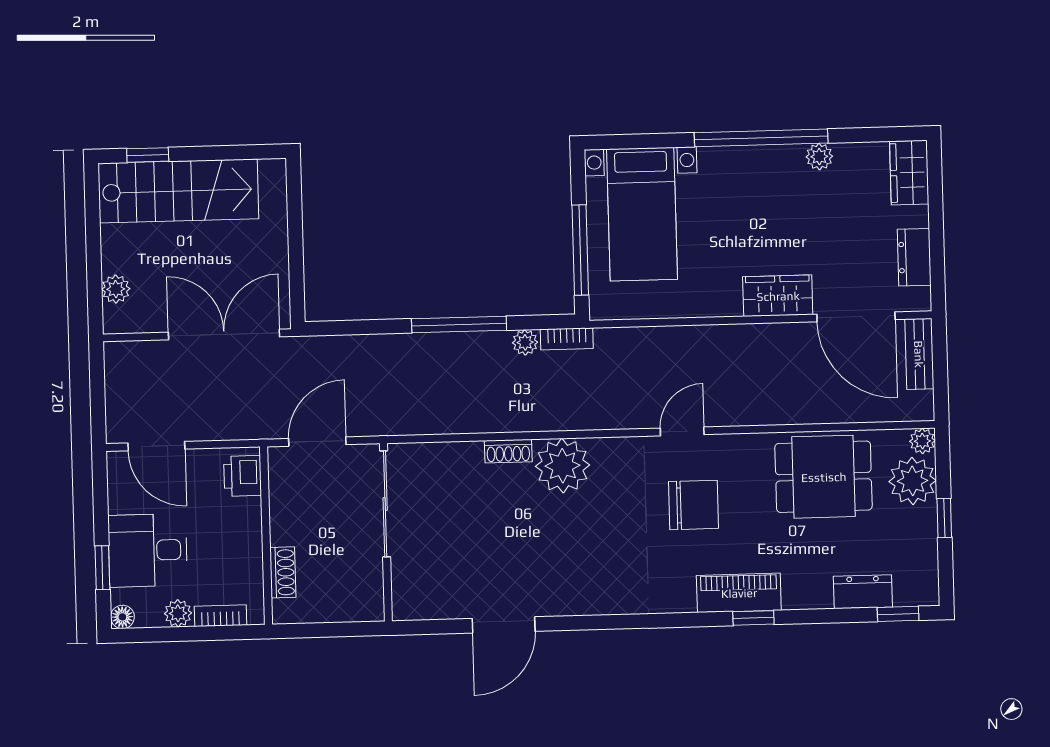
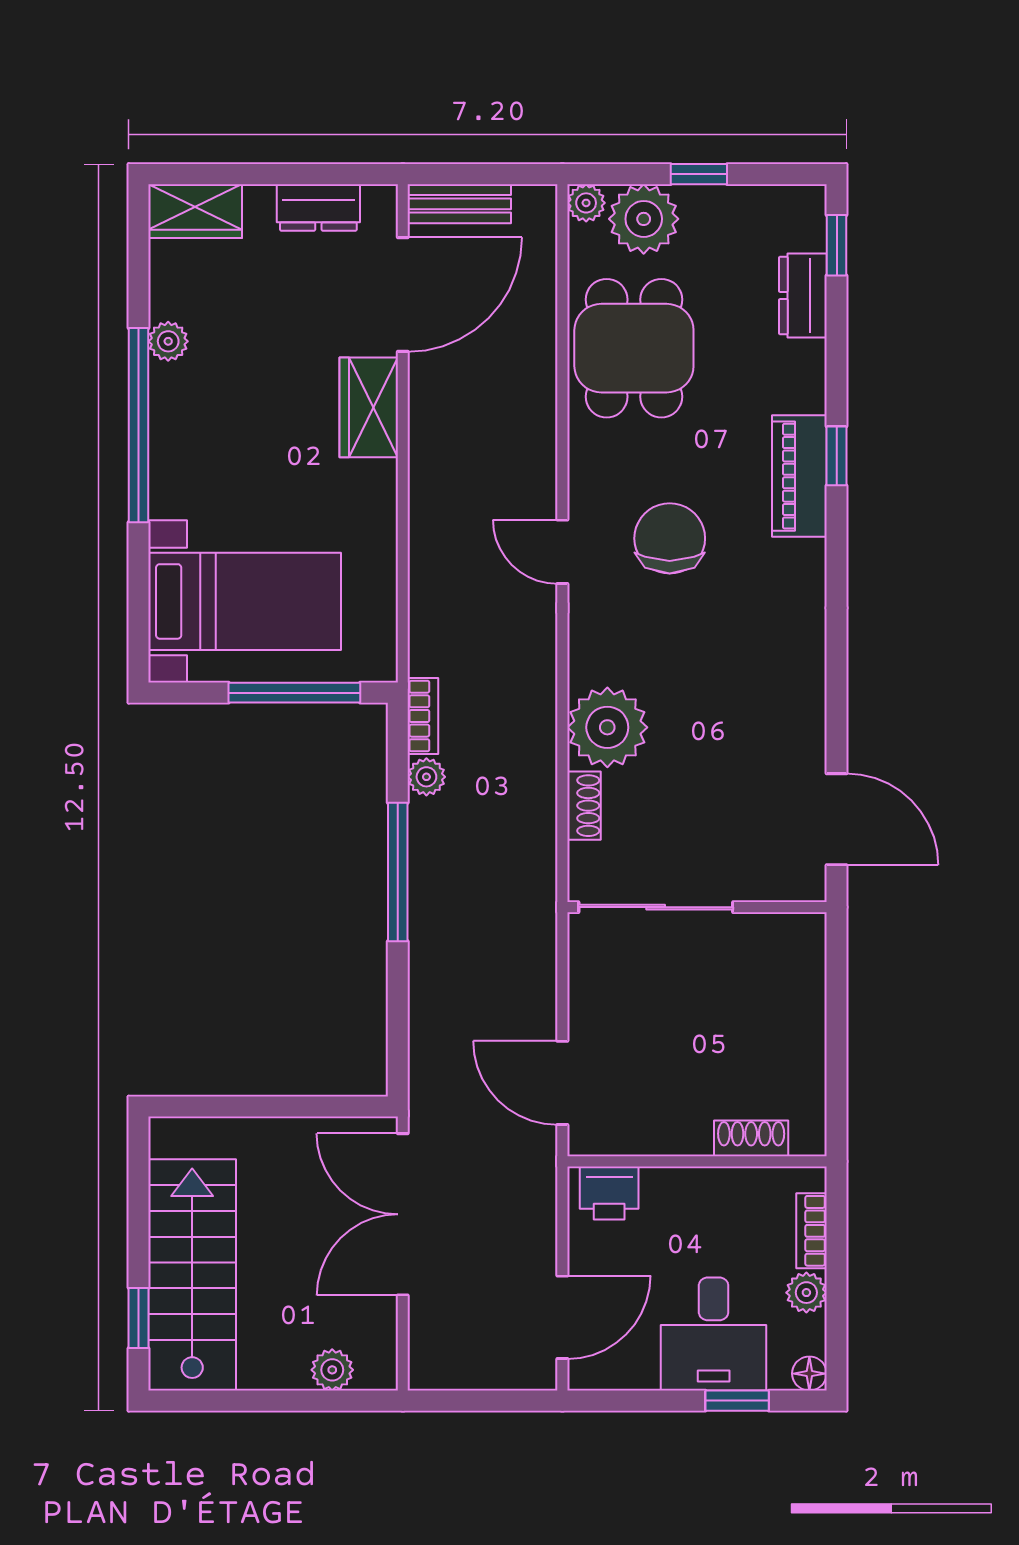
sliding door: (385, 504) -> (656, 907), moved
wall: (386, 532) -> (697, 907), moved

